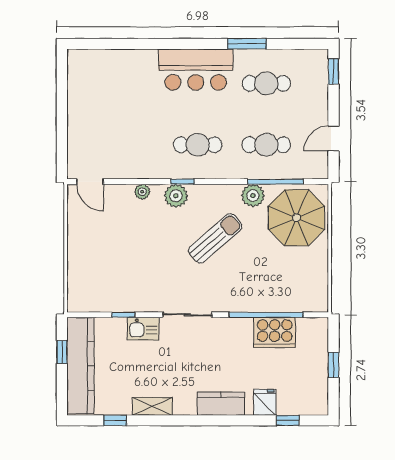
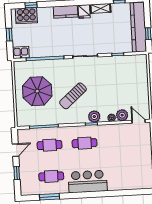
window: (247, 44) -> (49, 197), moved
window: (333, 71) -> (17, 173), moved
plant: (253, 196) -> (122, 115), moved
parasol: (296, 218) -> (37, 91), moved
kitchen sink: (143, 329) -> (21, 53), moved
cooker: (275, 332) -> (26, 16), moved, turned 180
fridge: (265, 402) -> (84, 11), moved

